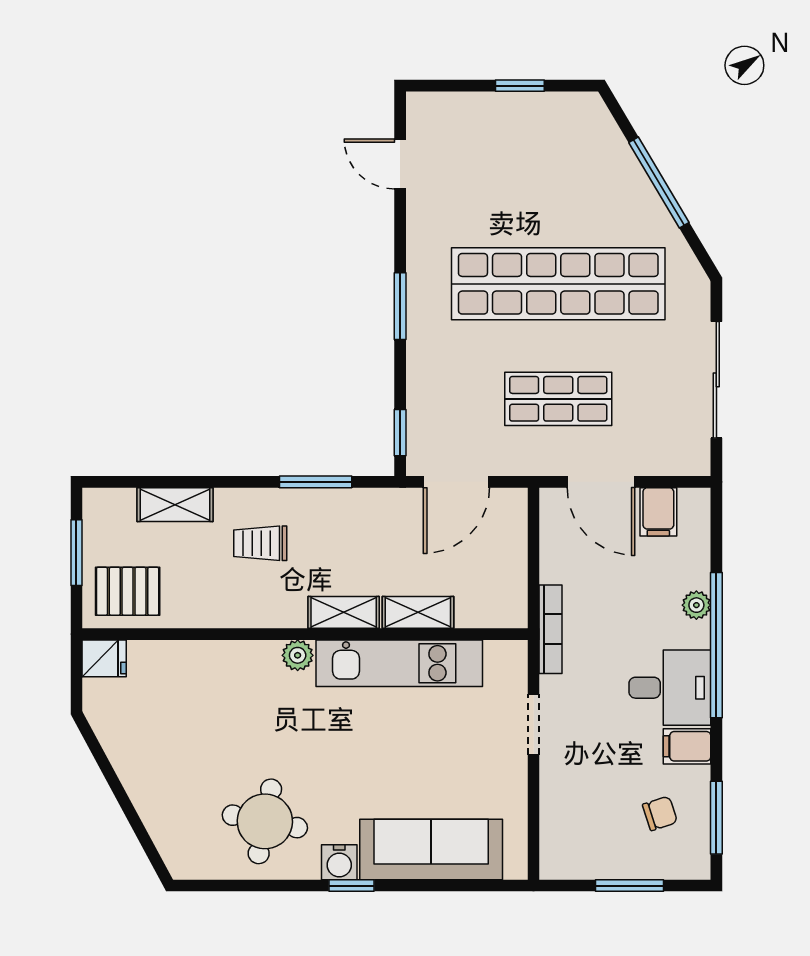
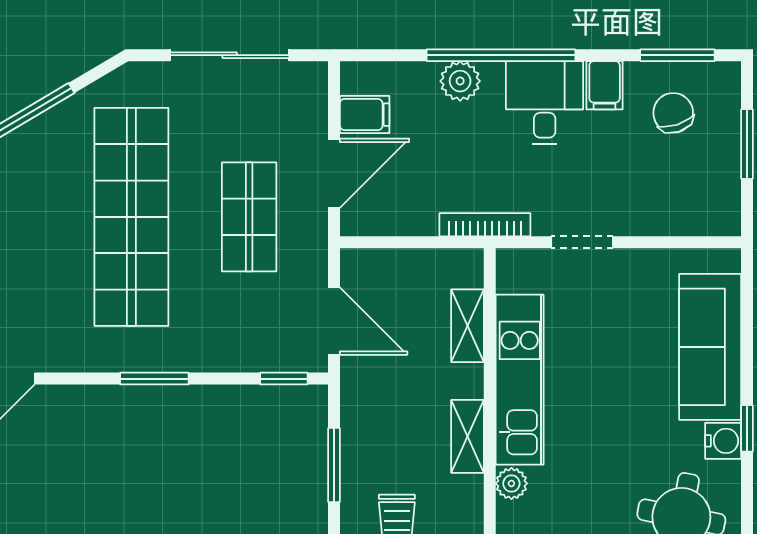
plant: (696, 605) -> (460, 81), width x1.38, depth x1.38
shelving: (418, 612) -> (468, 326), moved
chair: (660, 813) -> (673, 113), width x1.37, depth x1.37

